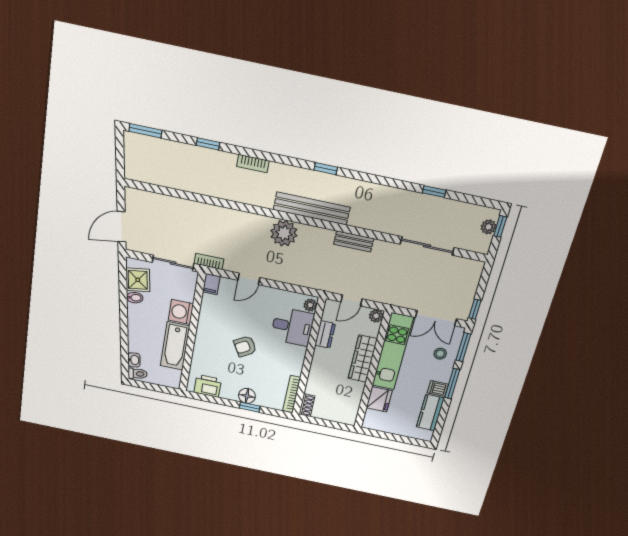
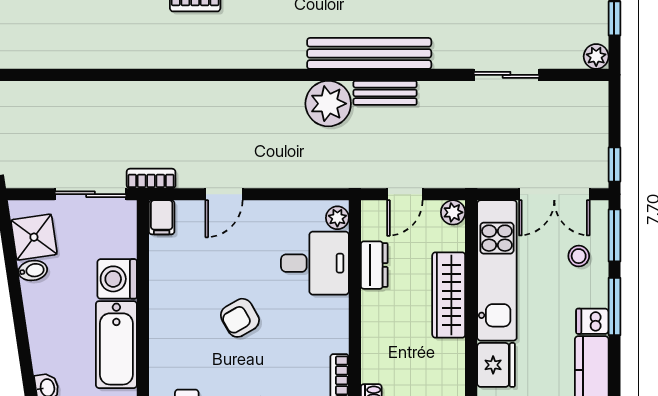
bench: (312, 209) -> (369, 53), moved
plant: (488, 227) -> (596, 56), moved
plant: (284, 233) -> (328, 104), moved
sliding door: (427, 246) -> (506, 75), width x0.73

